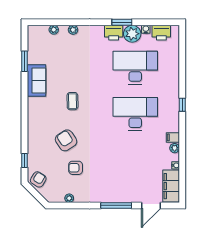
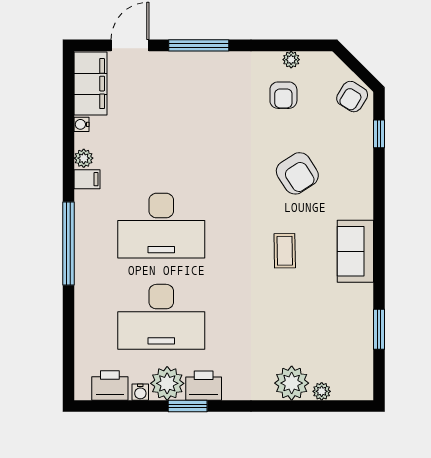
plant: (73, 30) -> (292, 383), width x1.88, depth x1.88
sofa: (37, 80) -> (355, 251), moved
window: (182, 105) -> (68, 243), width x3.17
armchair: (76, 168) -> (283, 95), moved, turned 90

